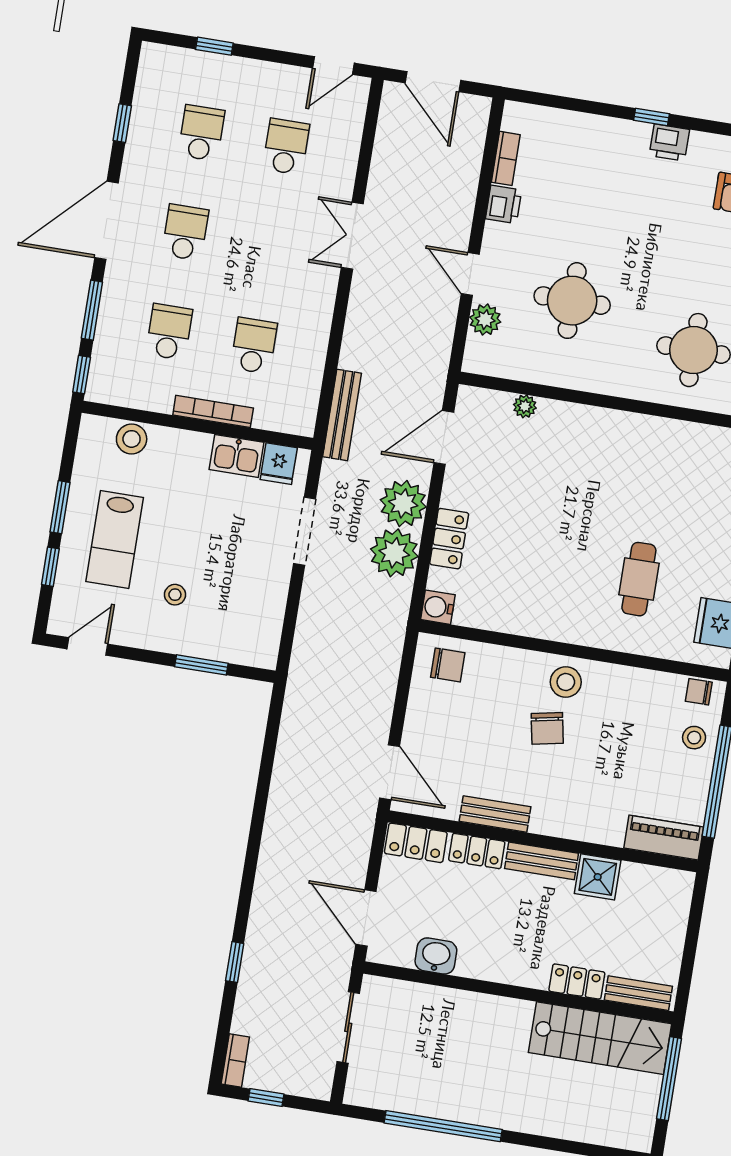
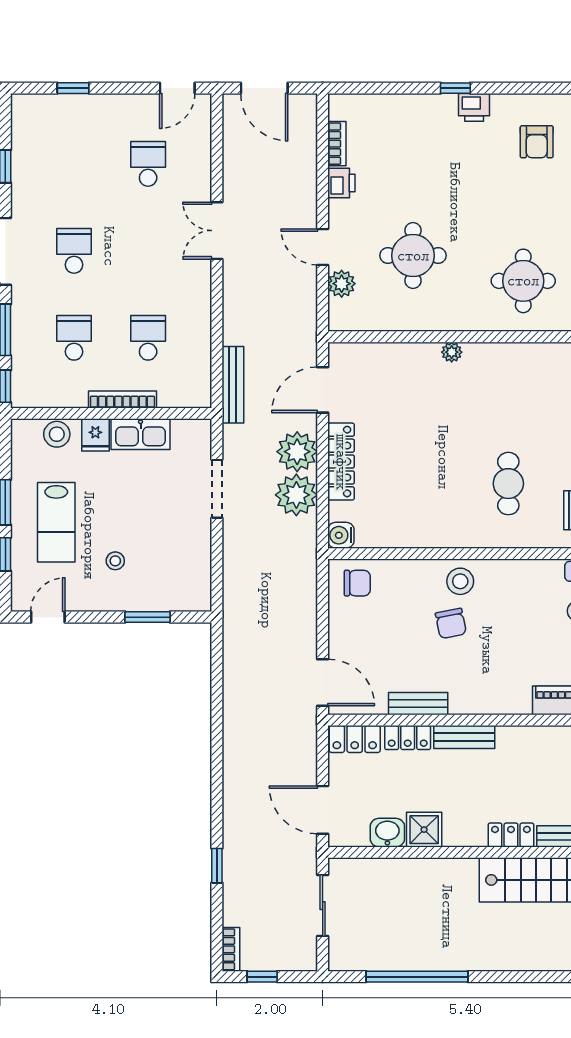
school desk: (201, 133) -> (74, 164), removed
plant: (525, 406) -> (452, 352), moved
kitchen sink: (236, 456) -> (141, 434), width x1.38
fridge: (279, 464) -> (95, 435), moved
locker: (449, 539) -> (341, 462), width x1.53
shower: (598, 877) -> (424, 830), moved

